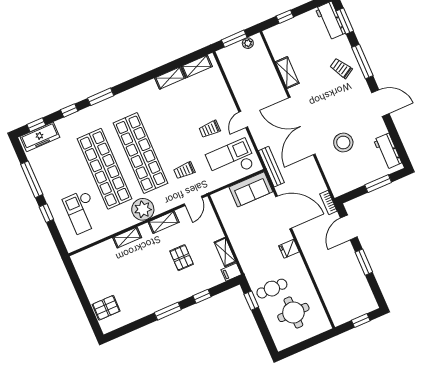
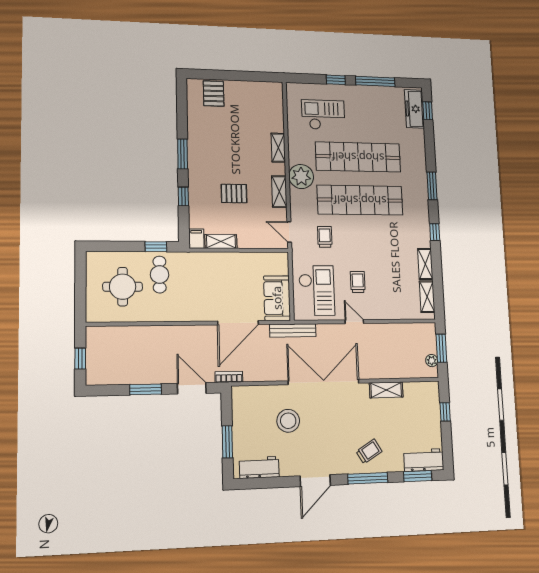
window: (69, 110) -> (435, 232), moved
fridge: (289, 249) -> (196, 312), removed

